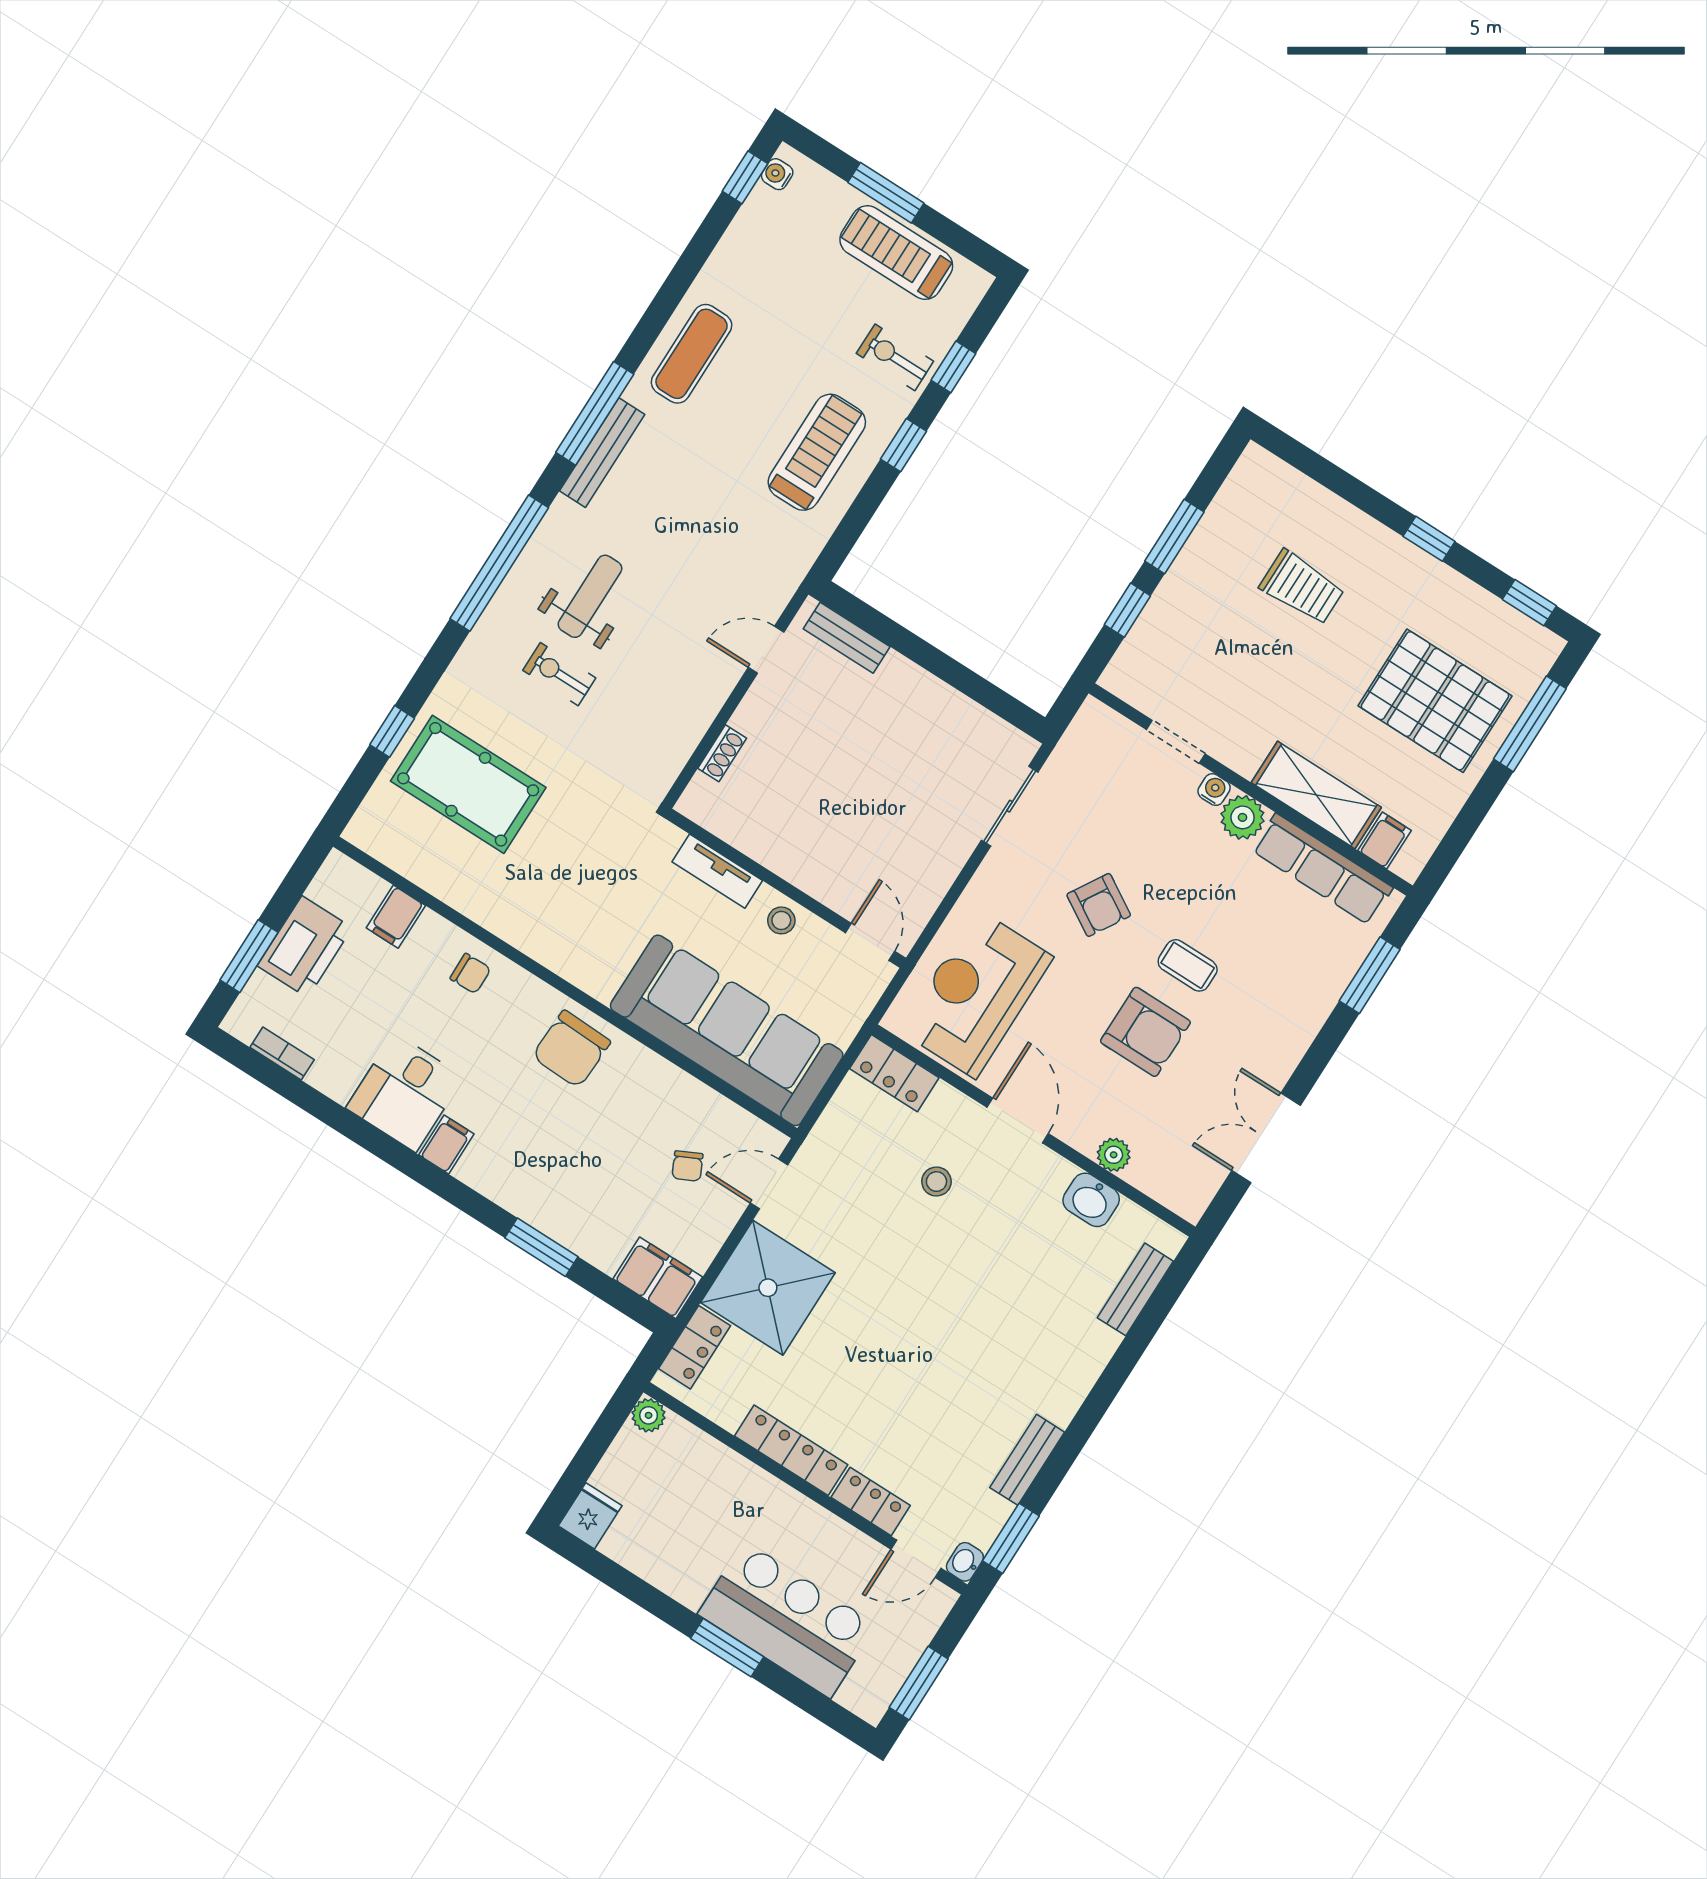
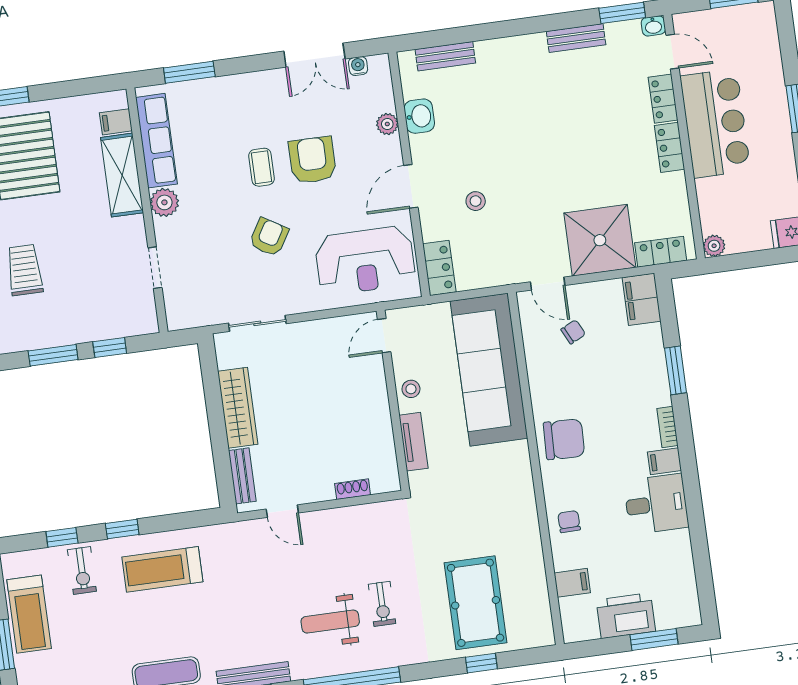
wardrobe: (931, 700) -> (238, 408), added
water cooler: (1214, 790) -> (358, 66), moved, turned 90
bookcase: (282, 1053) -> (667, 427), moved
locker: (791, 1450) -> (669, 147), width x0.66
bar counter: (787, 1620) -> (715, 123), moved, turned 180

